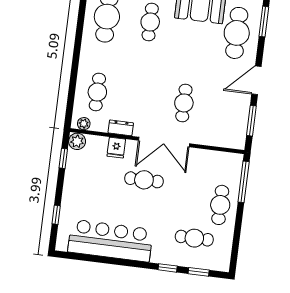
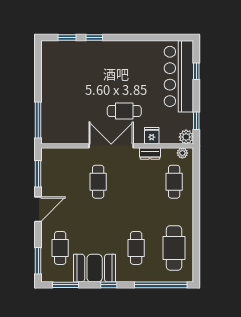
cafe table: (237, 33) -> (60, 248), width x0.73, depth x0.74
cafe table: (220, 205) -> (56, 98), removed
cafe table: (194, 238) -> (74, 66), removed
bar counter: (110, 241) -> (179, 76), moved, turned 90

